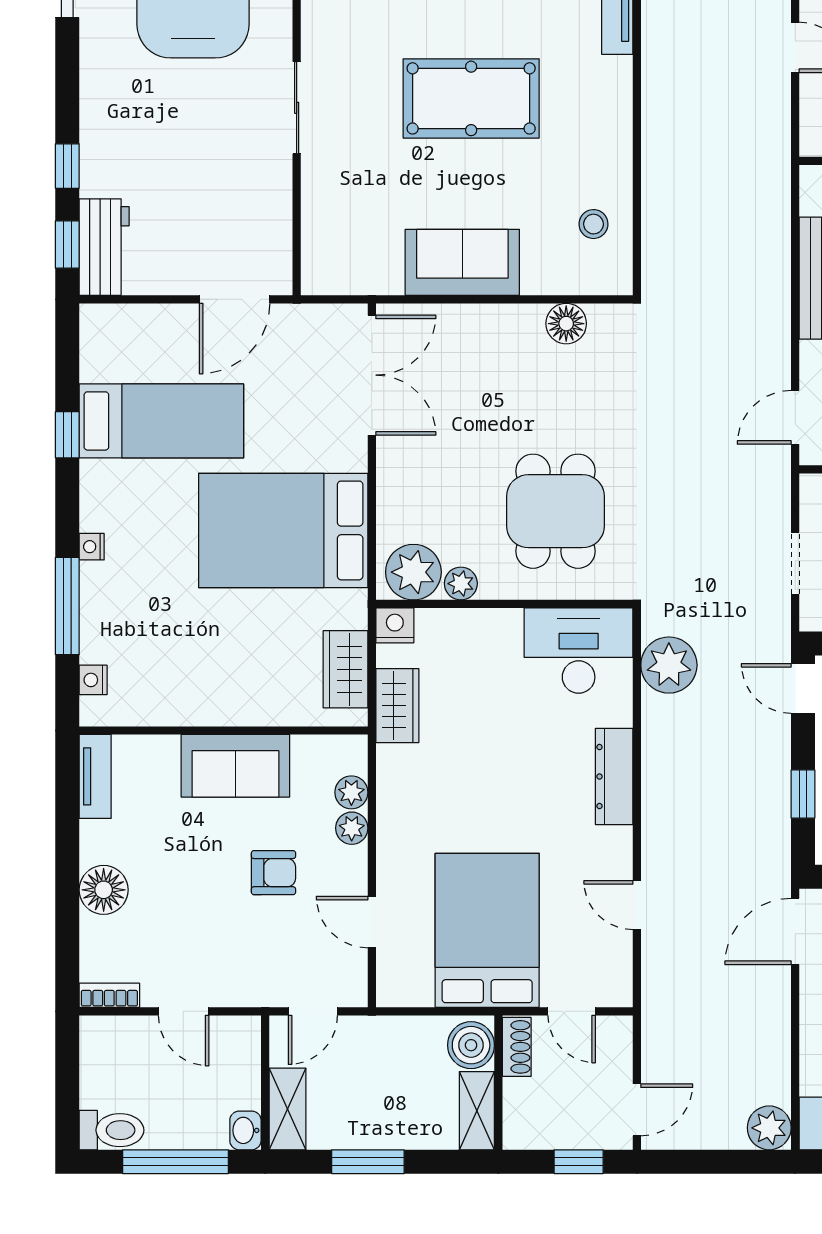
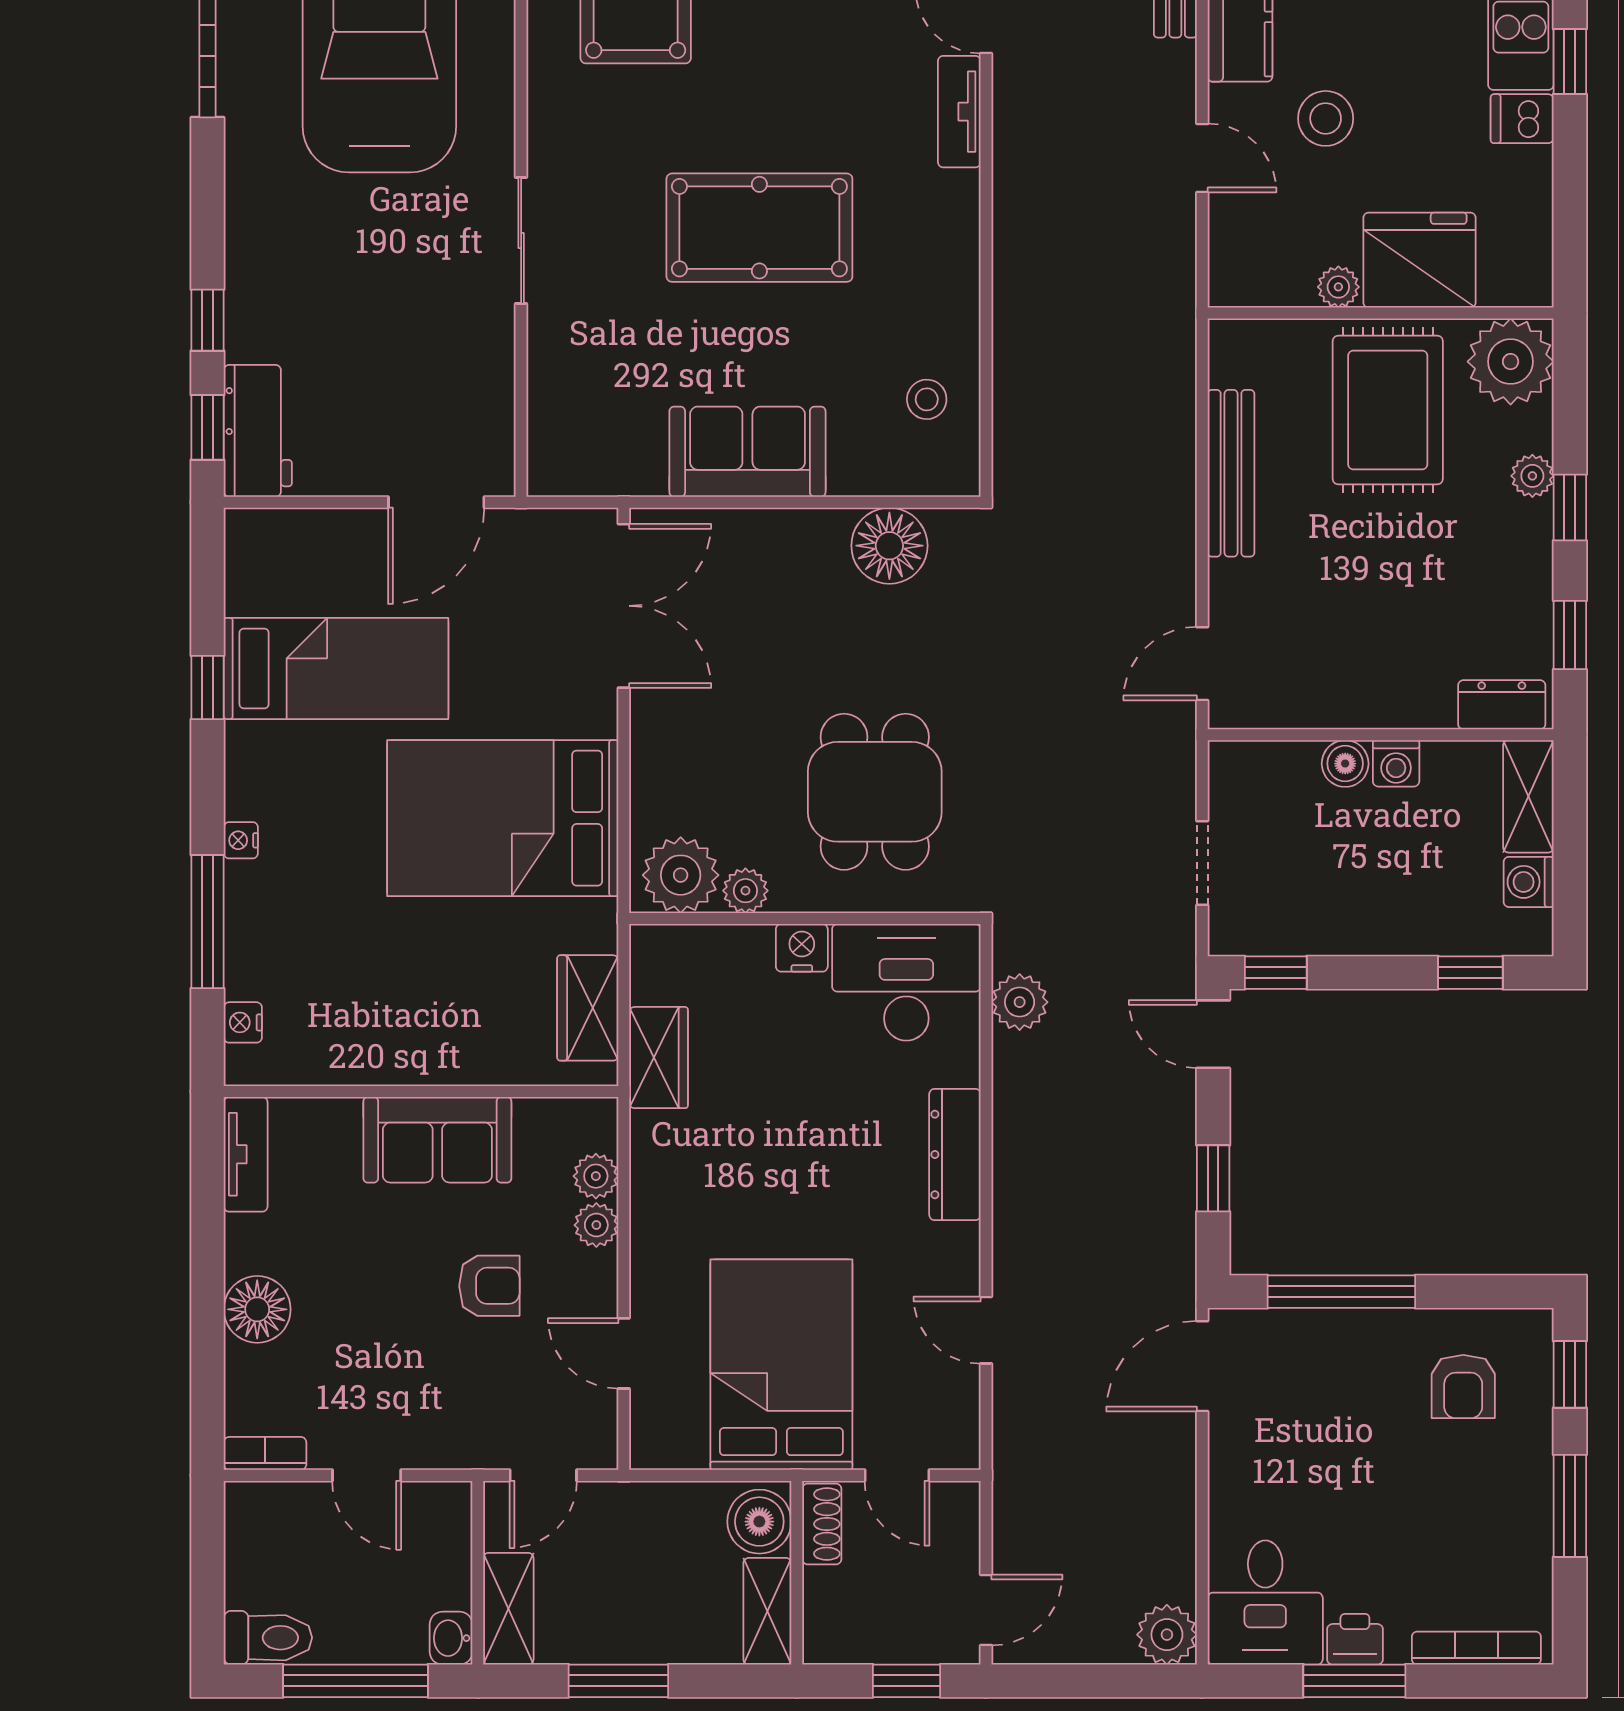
floor lamp: (566, 324) -> (889, 546), width x1.38, depth x1.38
nightstand: (395, 625) -> (802, 948), moved
plant: (669, 665) -> (1020, 1002), width x0.73, depth x0.73

